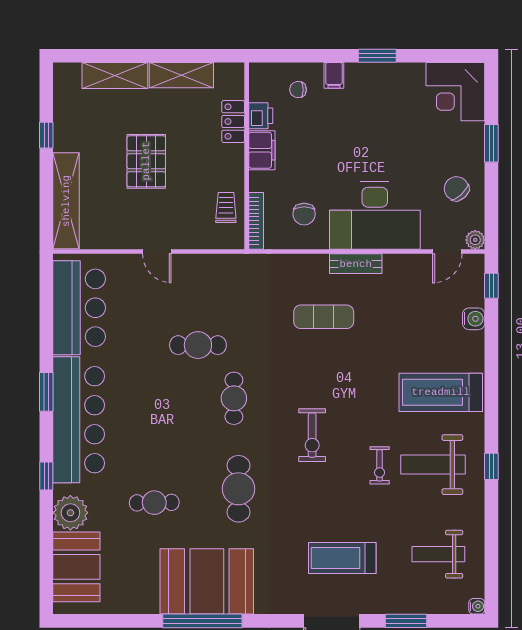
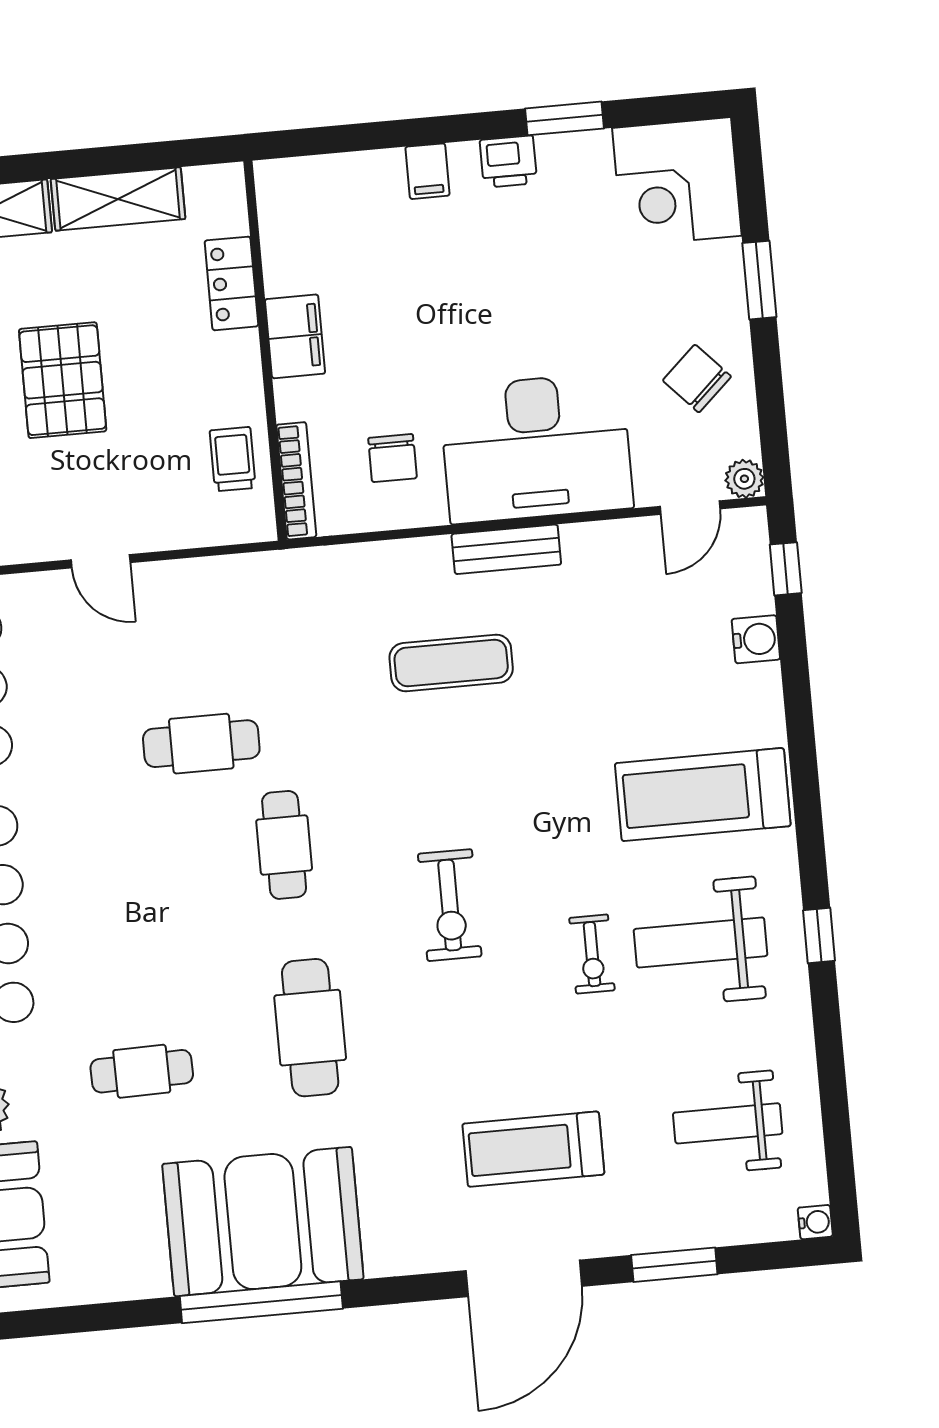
window: (377, 56) -> (564, 118), moved
chair: (298, 90) -> (357, 207), removed
printer: (261, 116) -> (508, 162), moved, turned 90

